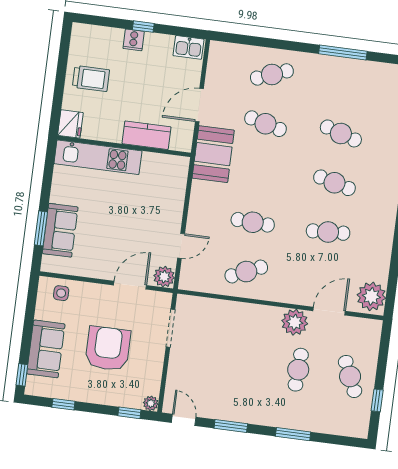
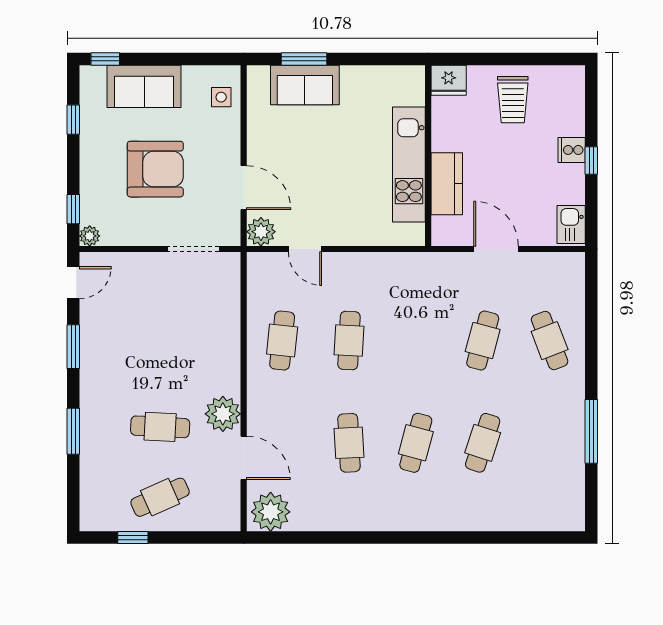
booth: (213, 154) -> (433, 276), removed
kitchen unit: (98, 157) -> (409, 165), moved
cafe table: (246, 272) -> (282, 341), turned 30

